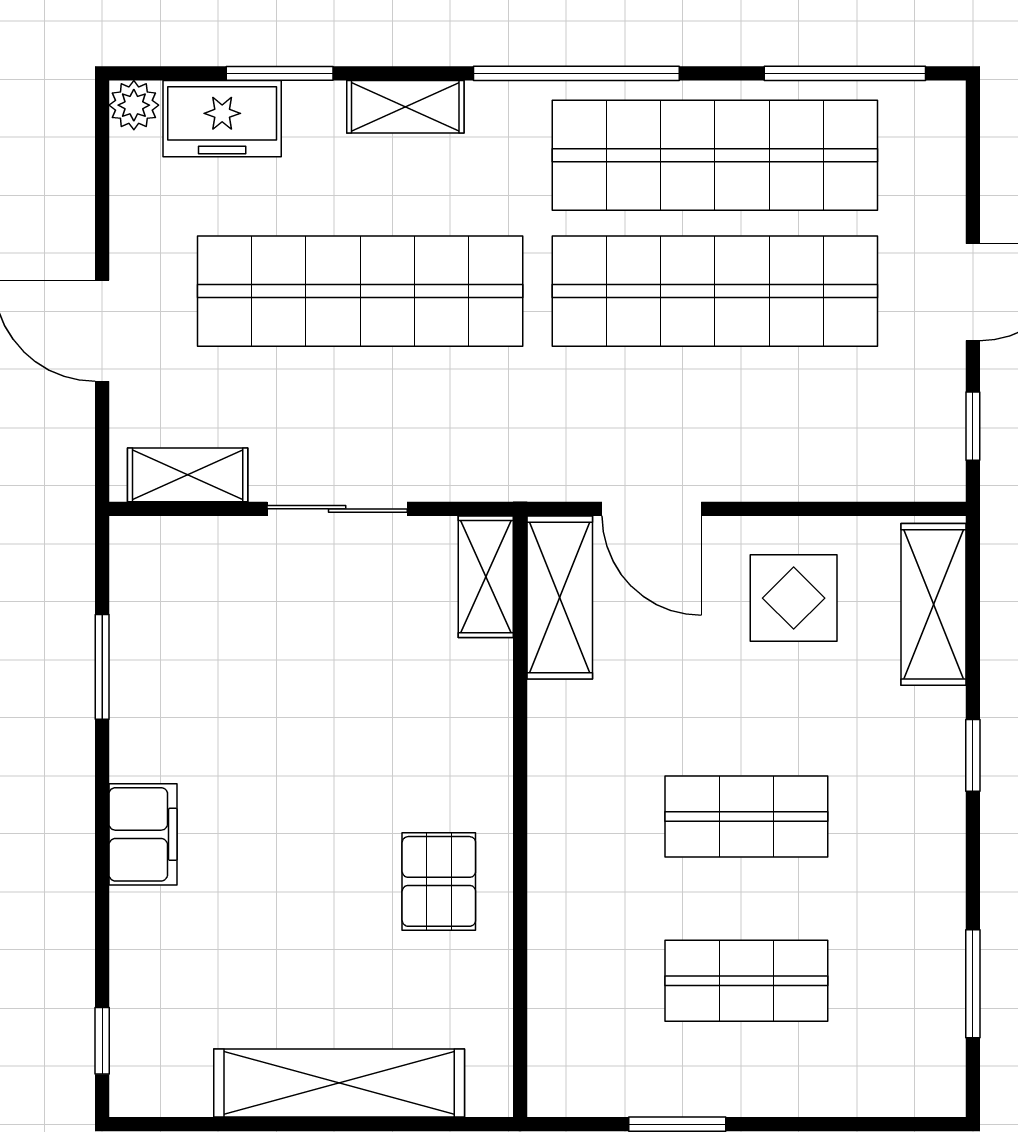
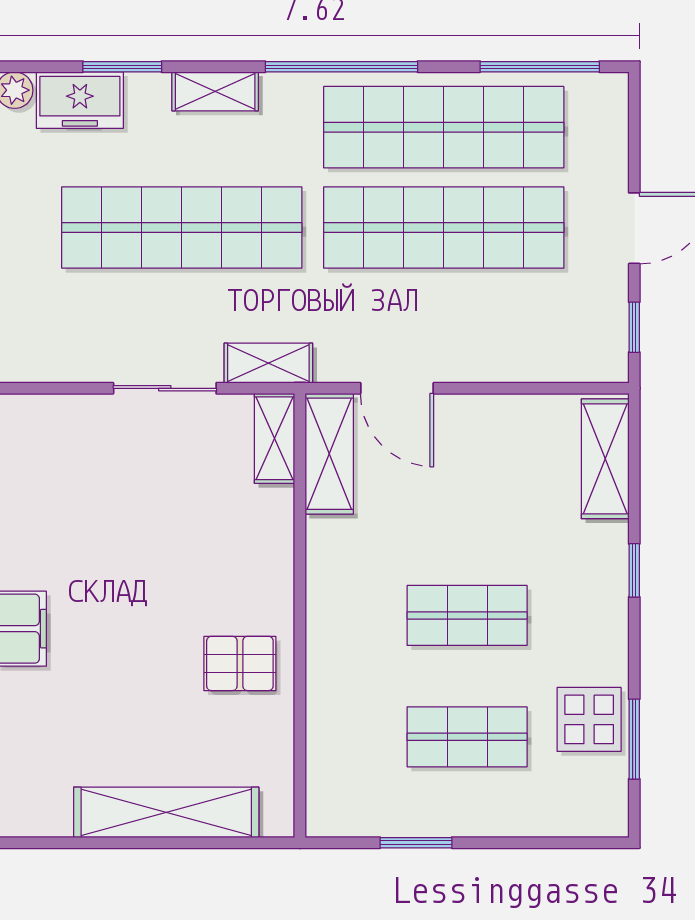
shelving: (188, 475) -> (268, 363), moved
display table: (794, 598) -> (589, 719), moved
pallet: (439, 881) -> (240, 663), turned 90

